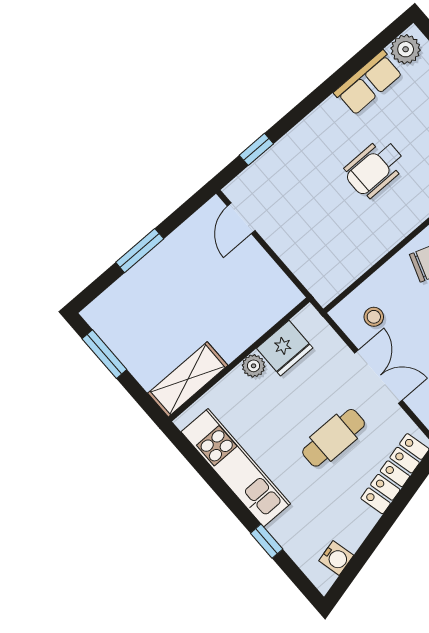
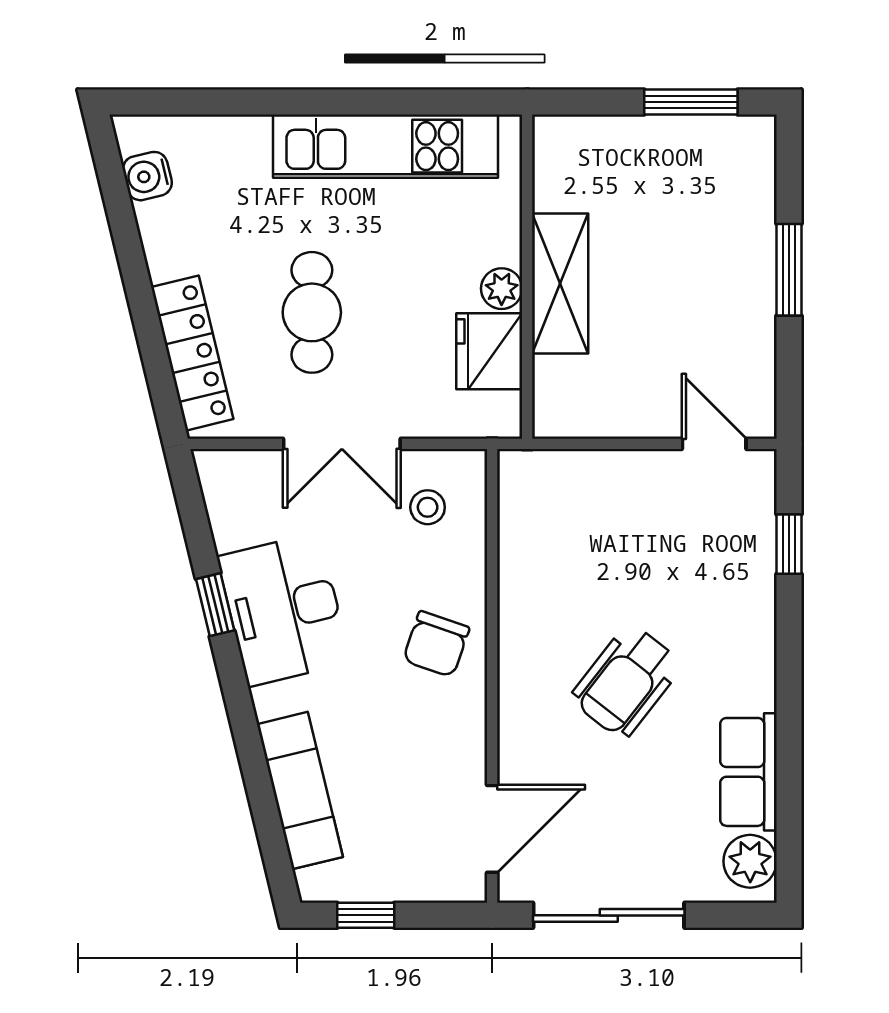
wheelchair: (375, 168) -> (626, 681), turned -142
shelving: (188, 379) -> (560, 283), moved
window: (267, 541) -> (251, 102), removed

